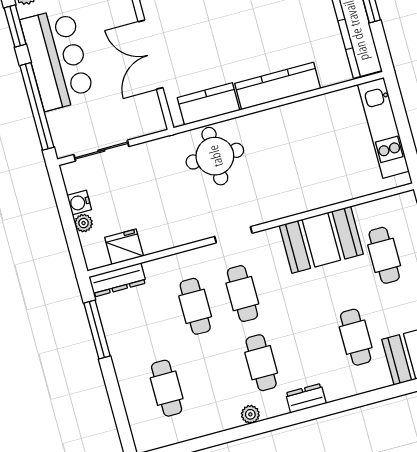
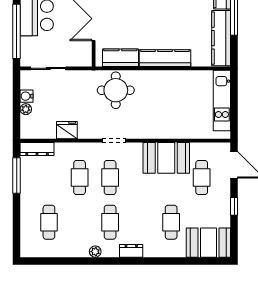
fridge: (124, 247) -> (67, 130), moved

